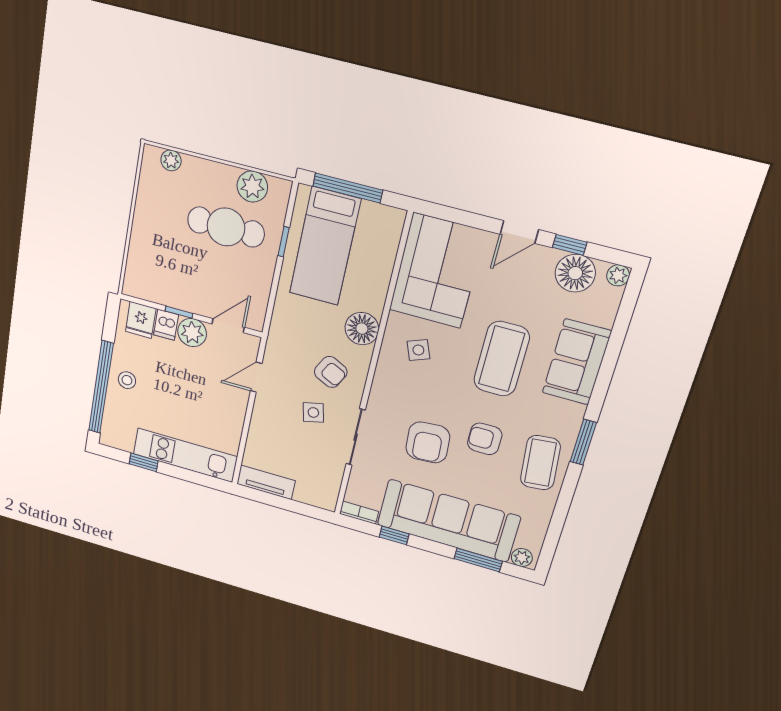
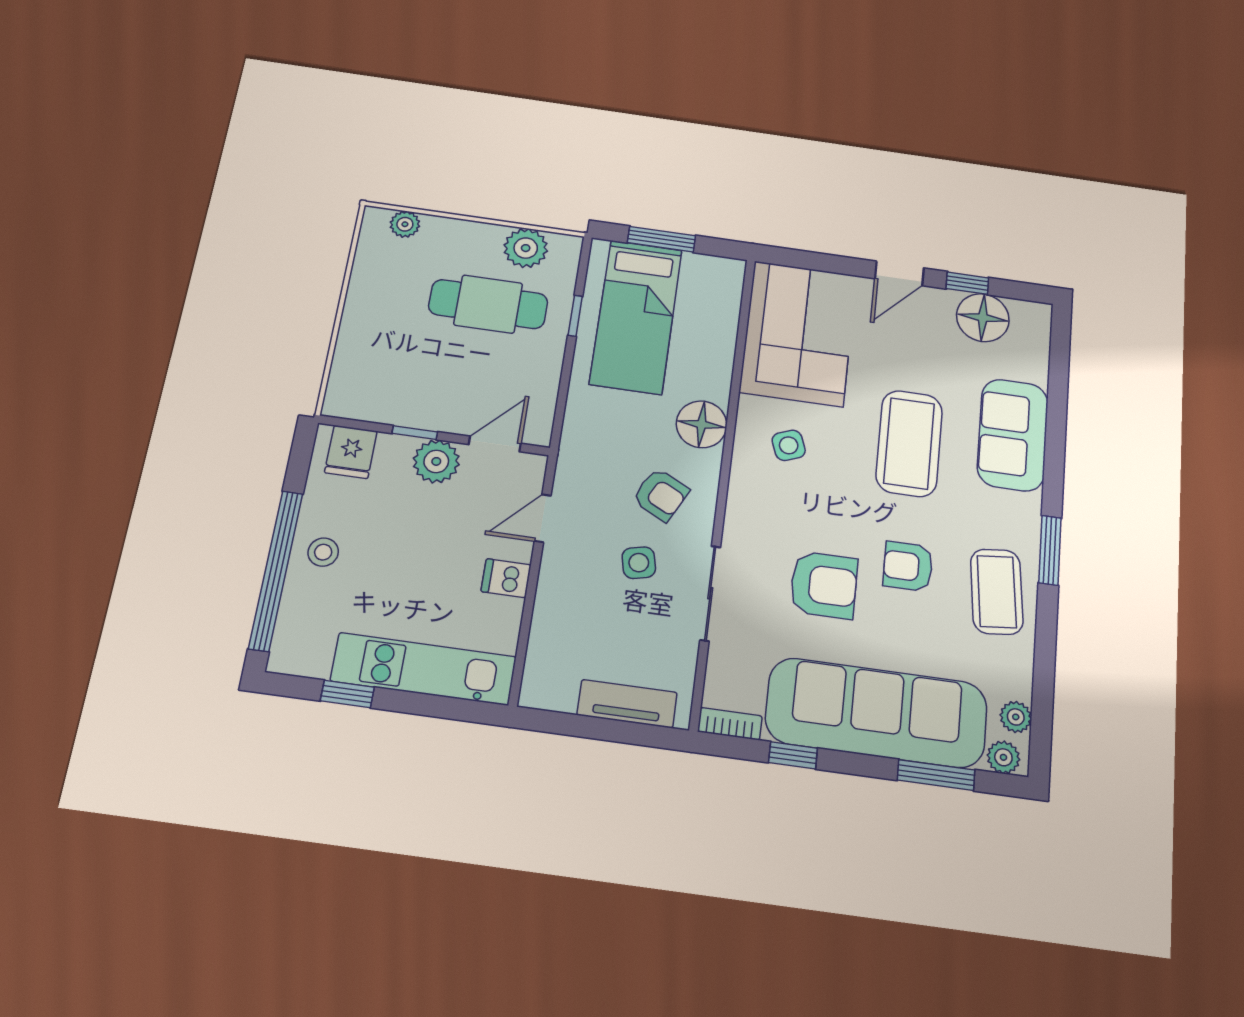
window: (348, 188) -> (661, 239), width x0.69
plant: (618, 275) -> (1016, 717), moved
dishwasher: (166, 325) -> (506, 578), moved, turned 90
armchair: (428, 442) -> (824, 585), turned -86
tv unit: (266, 482) -> (627, 704), moved

